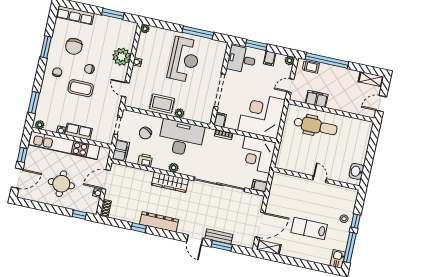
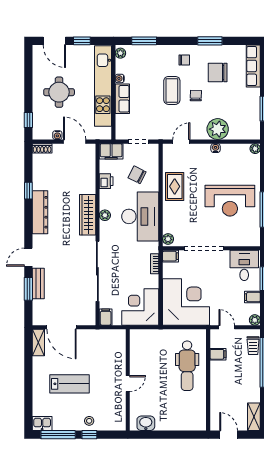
filing cabinet: (317, 99) -> (218, 354), width x0.50
plant: (179, 113) -> (168, 239), moved
lab bench: (309, 229) -> (69, 384), turned 90

